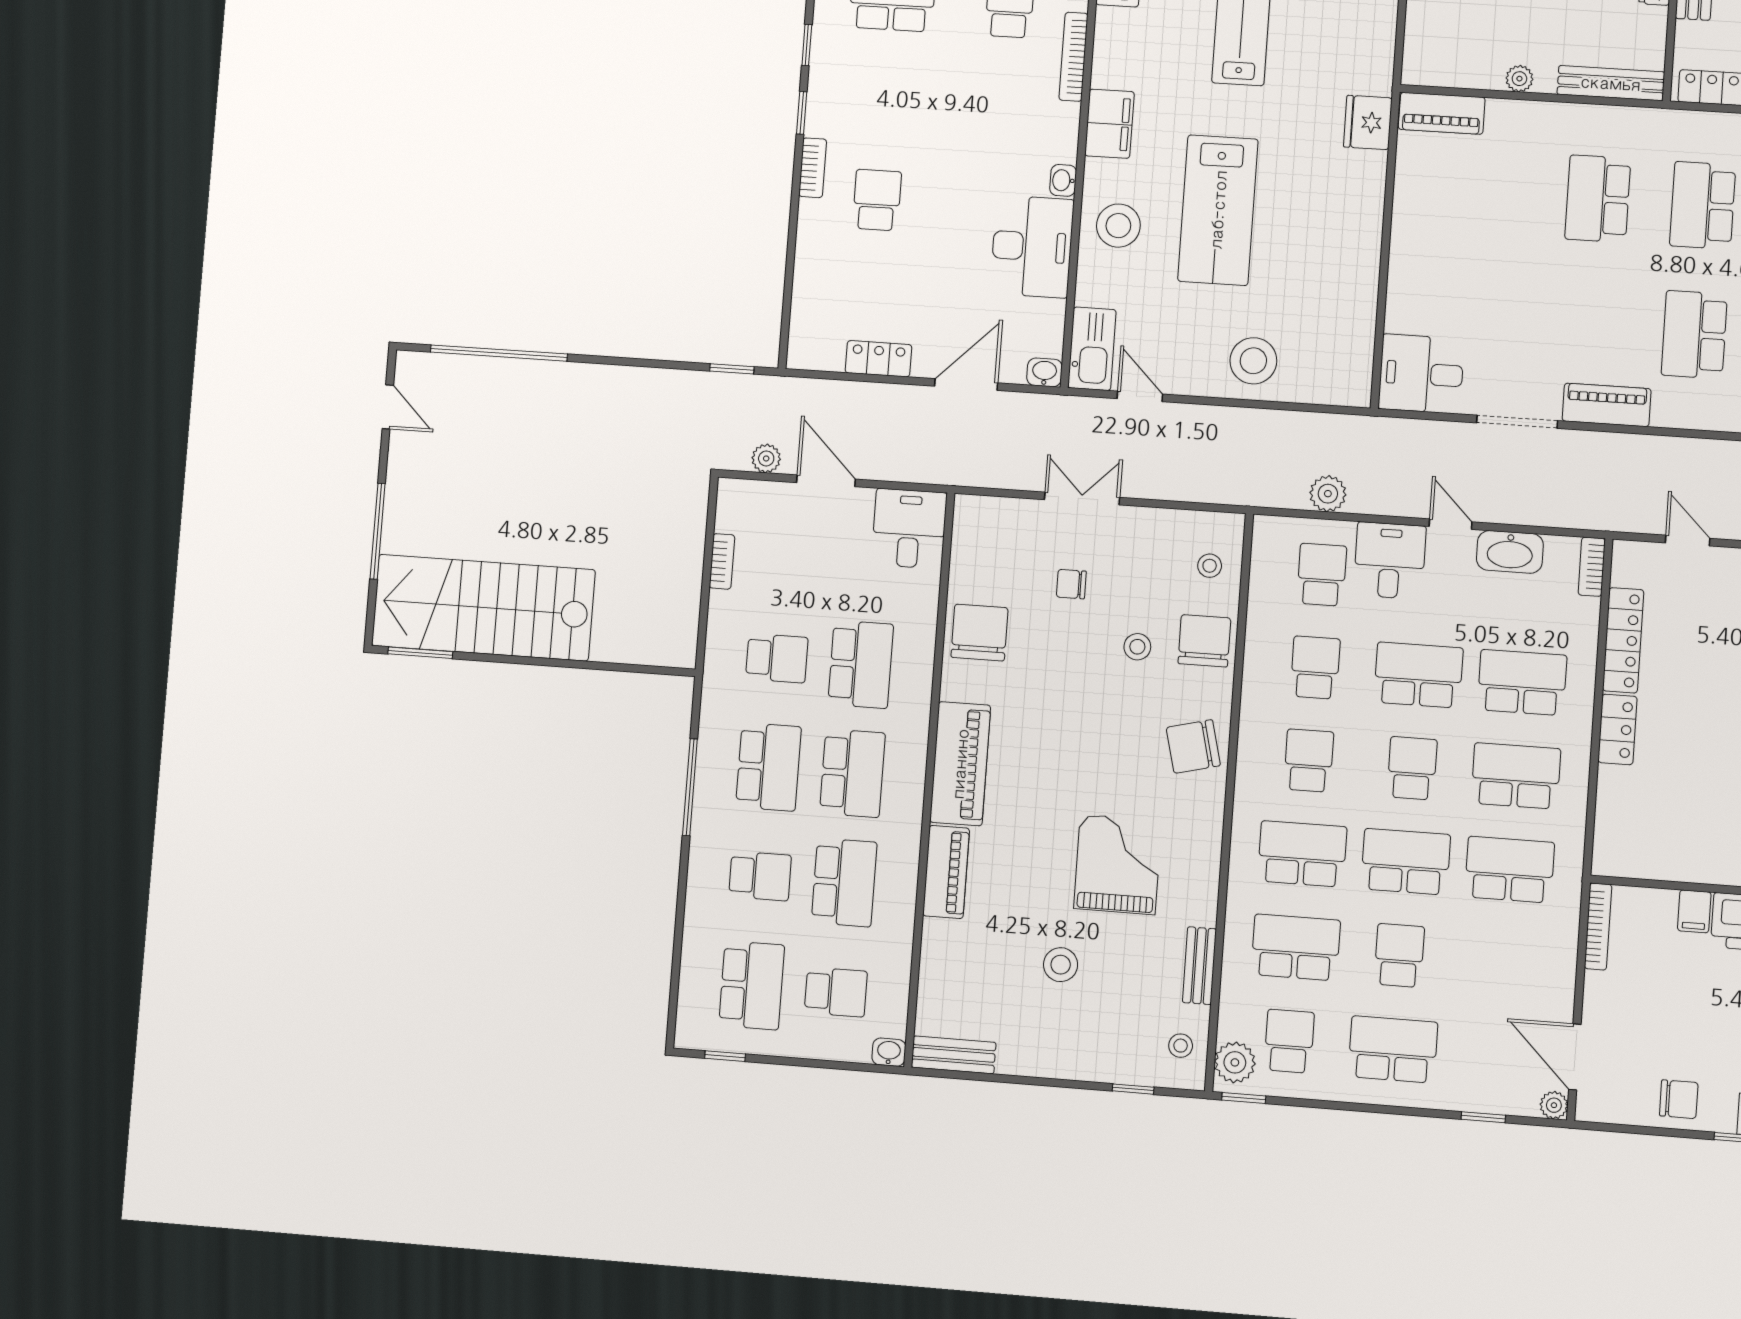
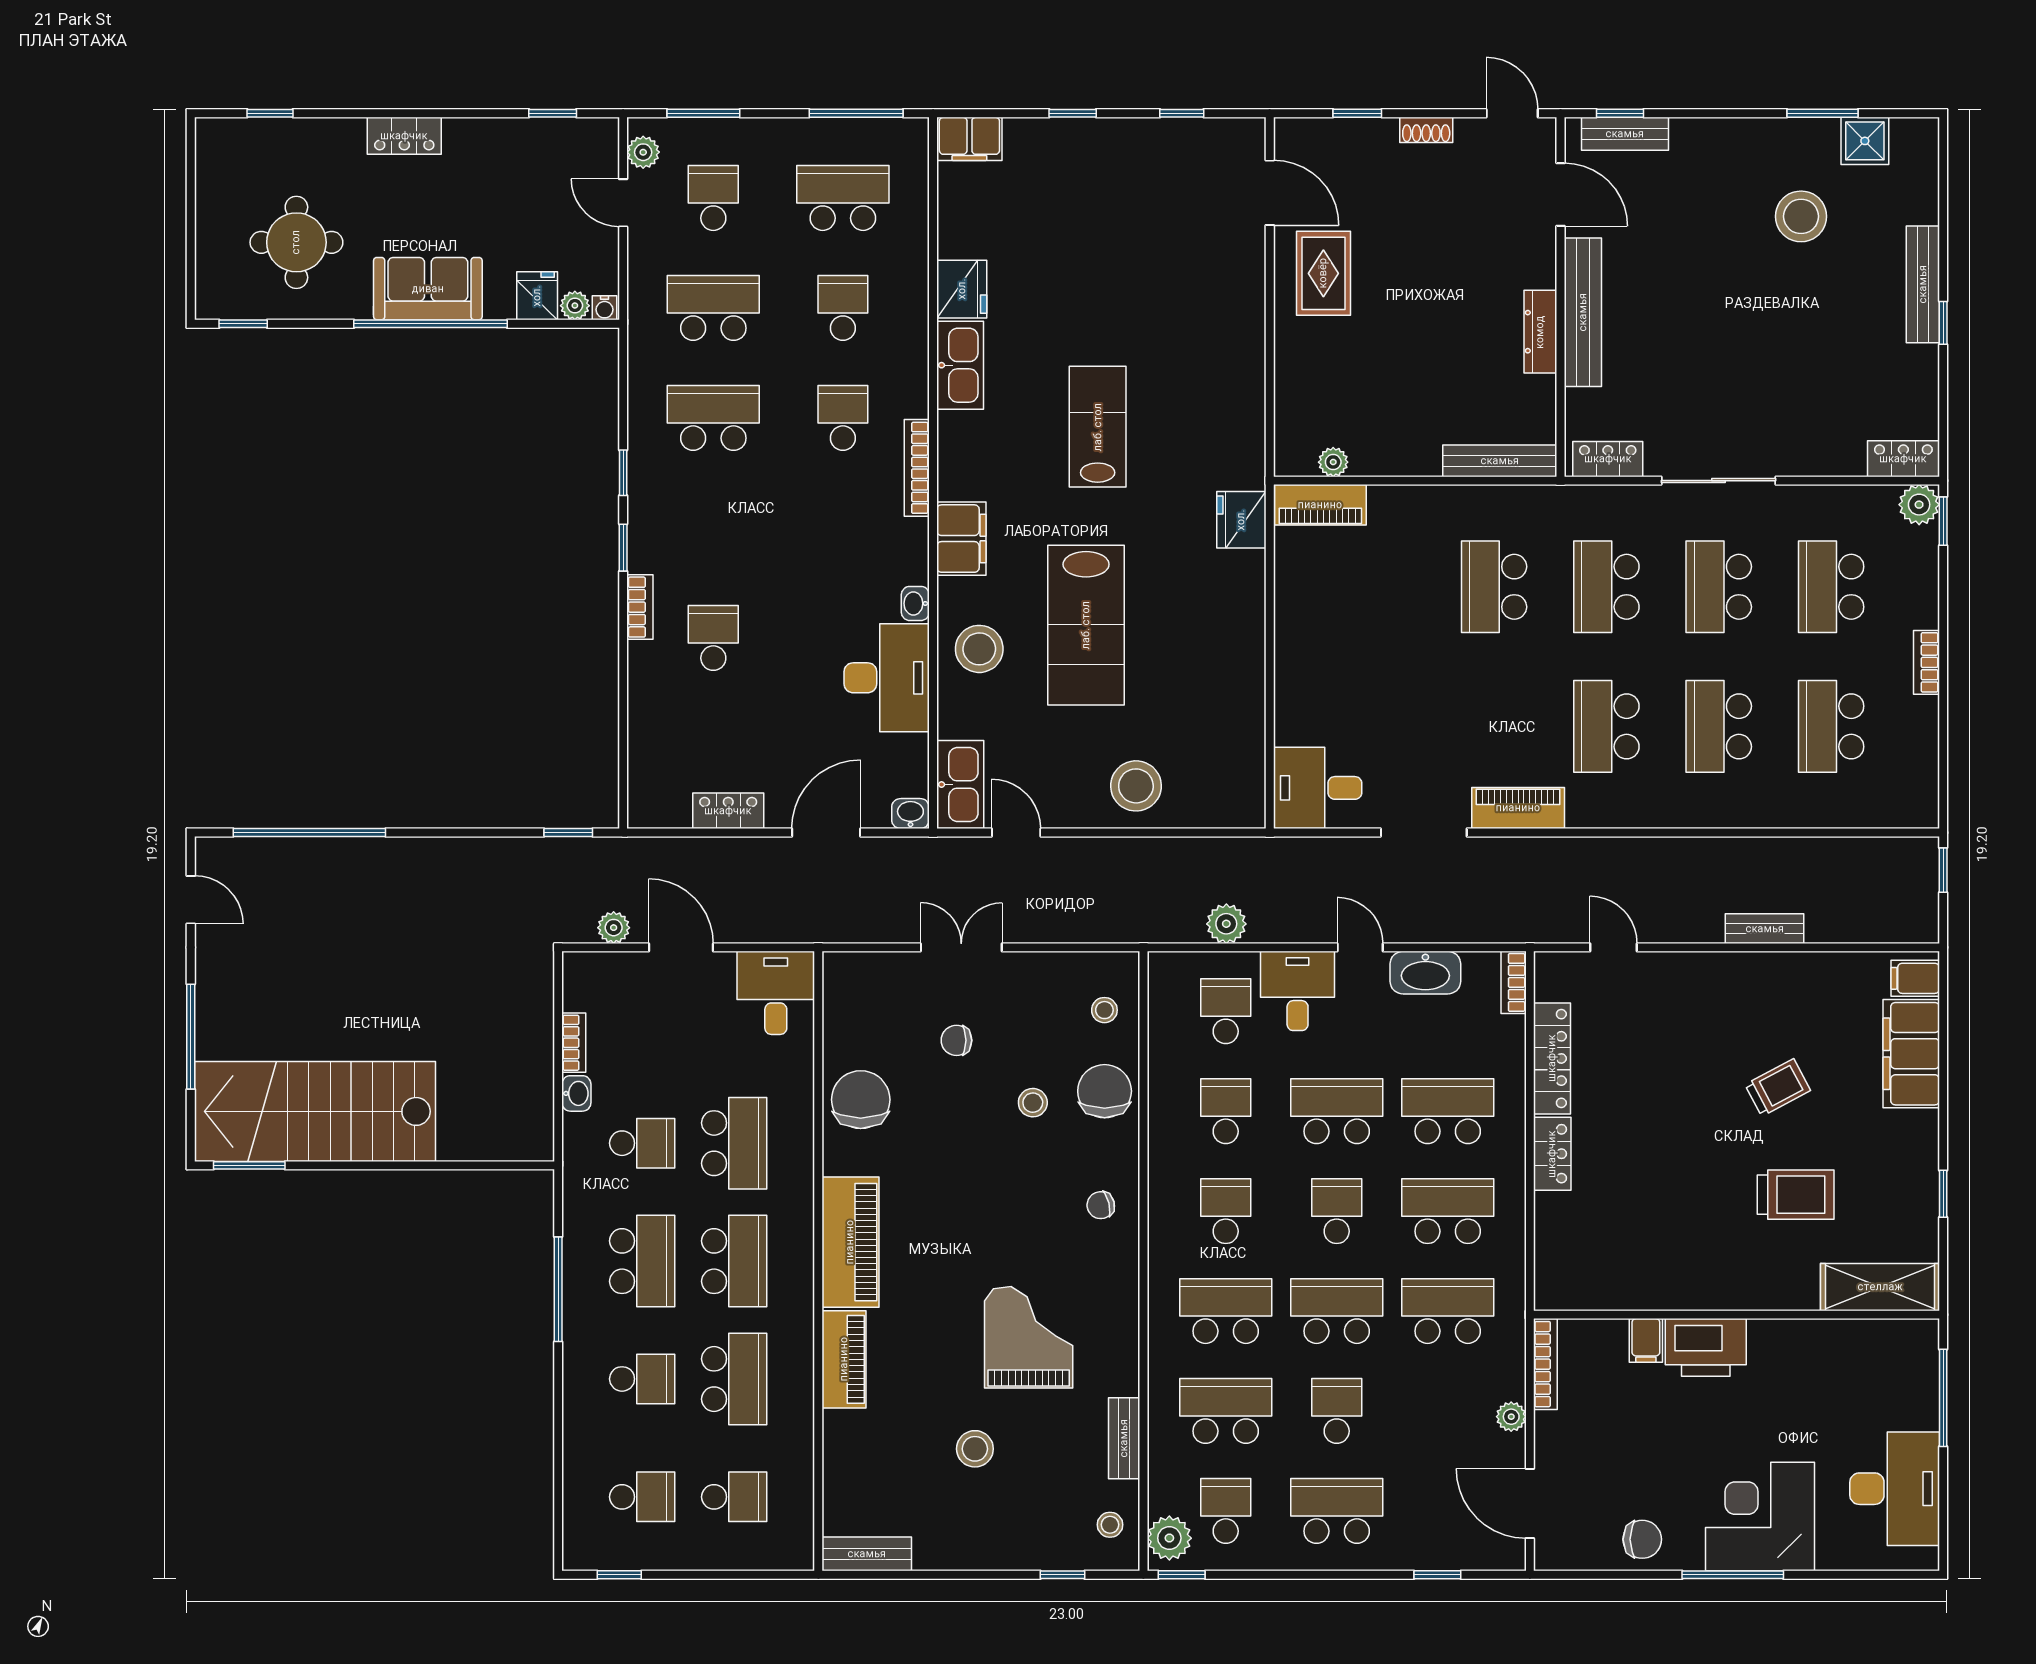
plant: (1519, 79) -> (1333, 462), moved
chair: (1193, 747) -> (1101, 1205), width x0.54, depth x0.54
school desk: (752, 985) -> (642, 1497), width x0.54
washbasin: (889, 1052) -> (576, 1093), moved, turned 90
plant: (1554, 1105) -> (1511, 1417), moved

